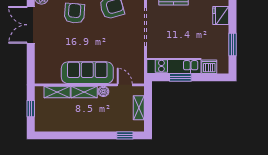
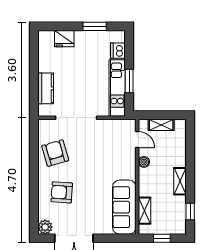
sofa: (87, 73) -> (124, 207), moved
door: (125, 85) -> (137, 140), swing flipped
shelving: (84, 92) -> (180, 181), moved
window: (125, 135) -> (190, 211), moved

